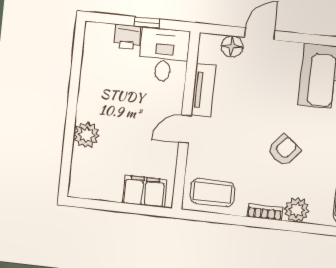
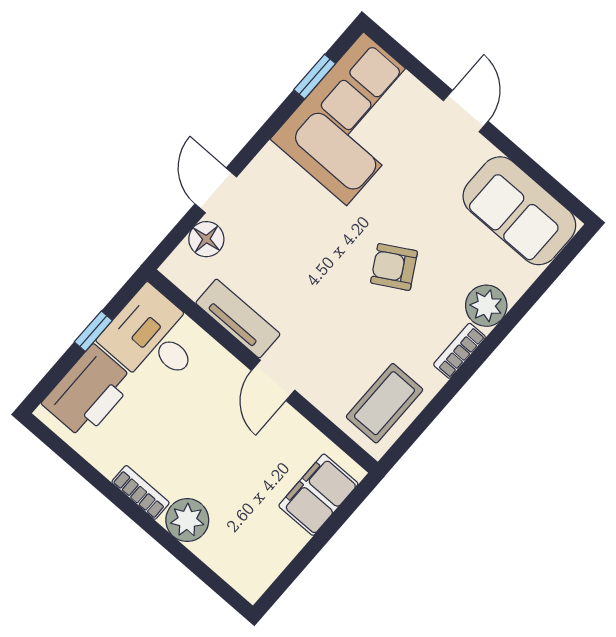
printer: (127, 37) -> (88, 392), width x1.87, depth x1.48
bookcase: (84, 102) -> (140, 492), added
armchair: (284, 150) -> (394, 267), turned -70

